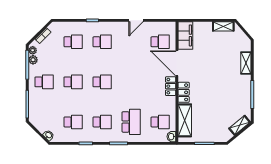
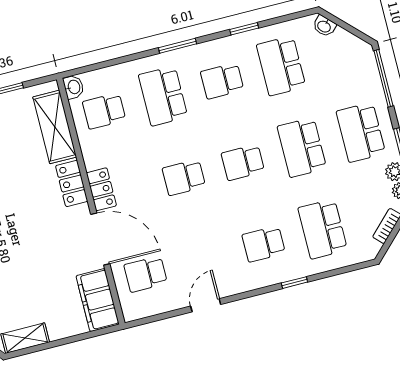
school desk: (73, 42) -> (323, 229), width x1.85
school desk: (44, 82) -> (361, 132), width x1.85
school desk: (73, 82) -> (302, 147), width x1.85
school desk: (131, 82) -> (184, 177), added
school desk: (73, 122) -> (281, 66), width x1.85

